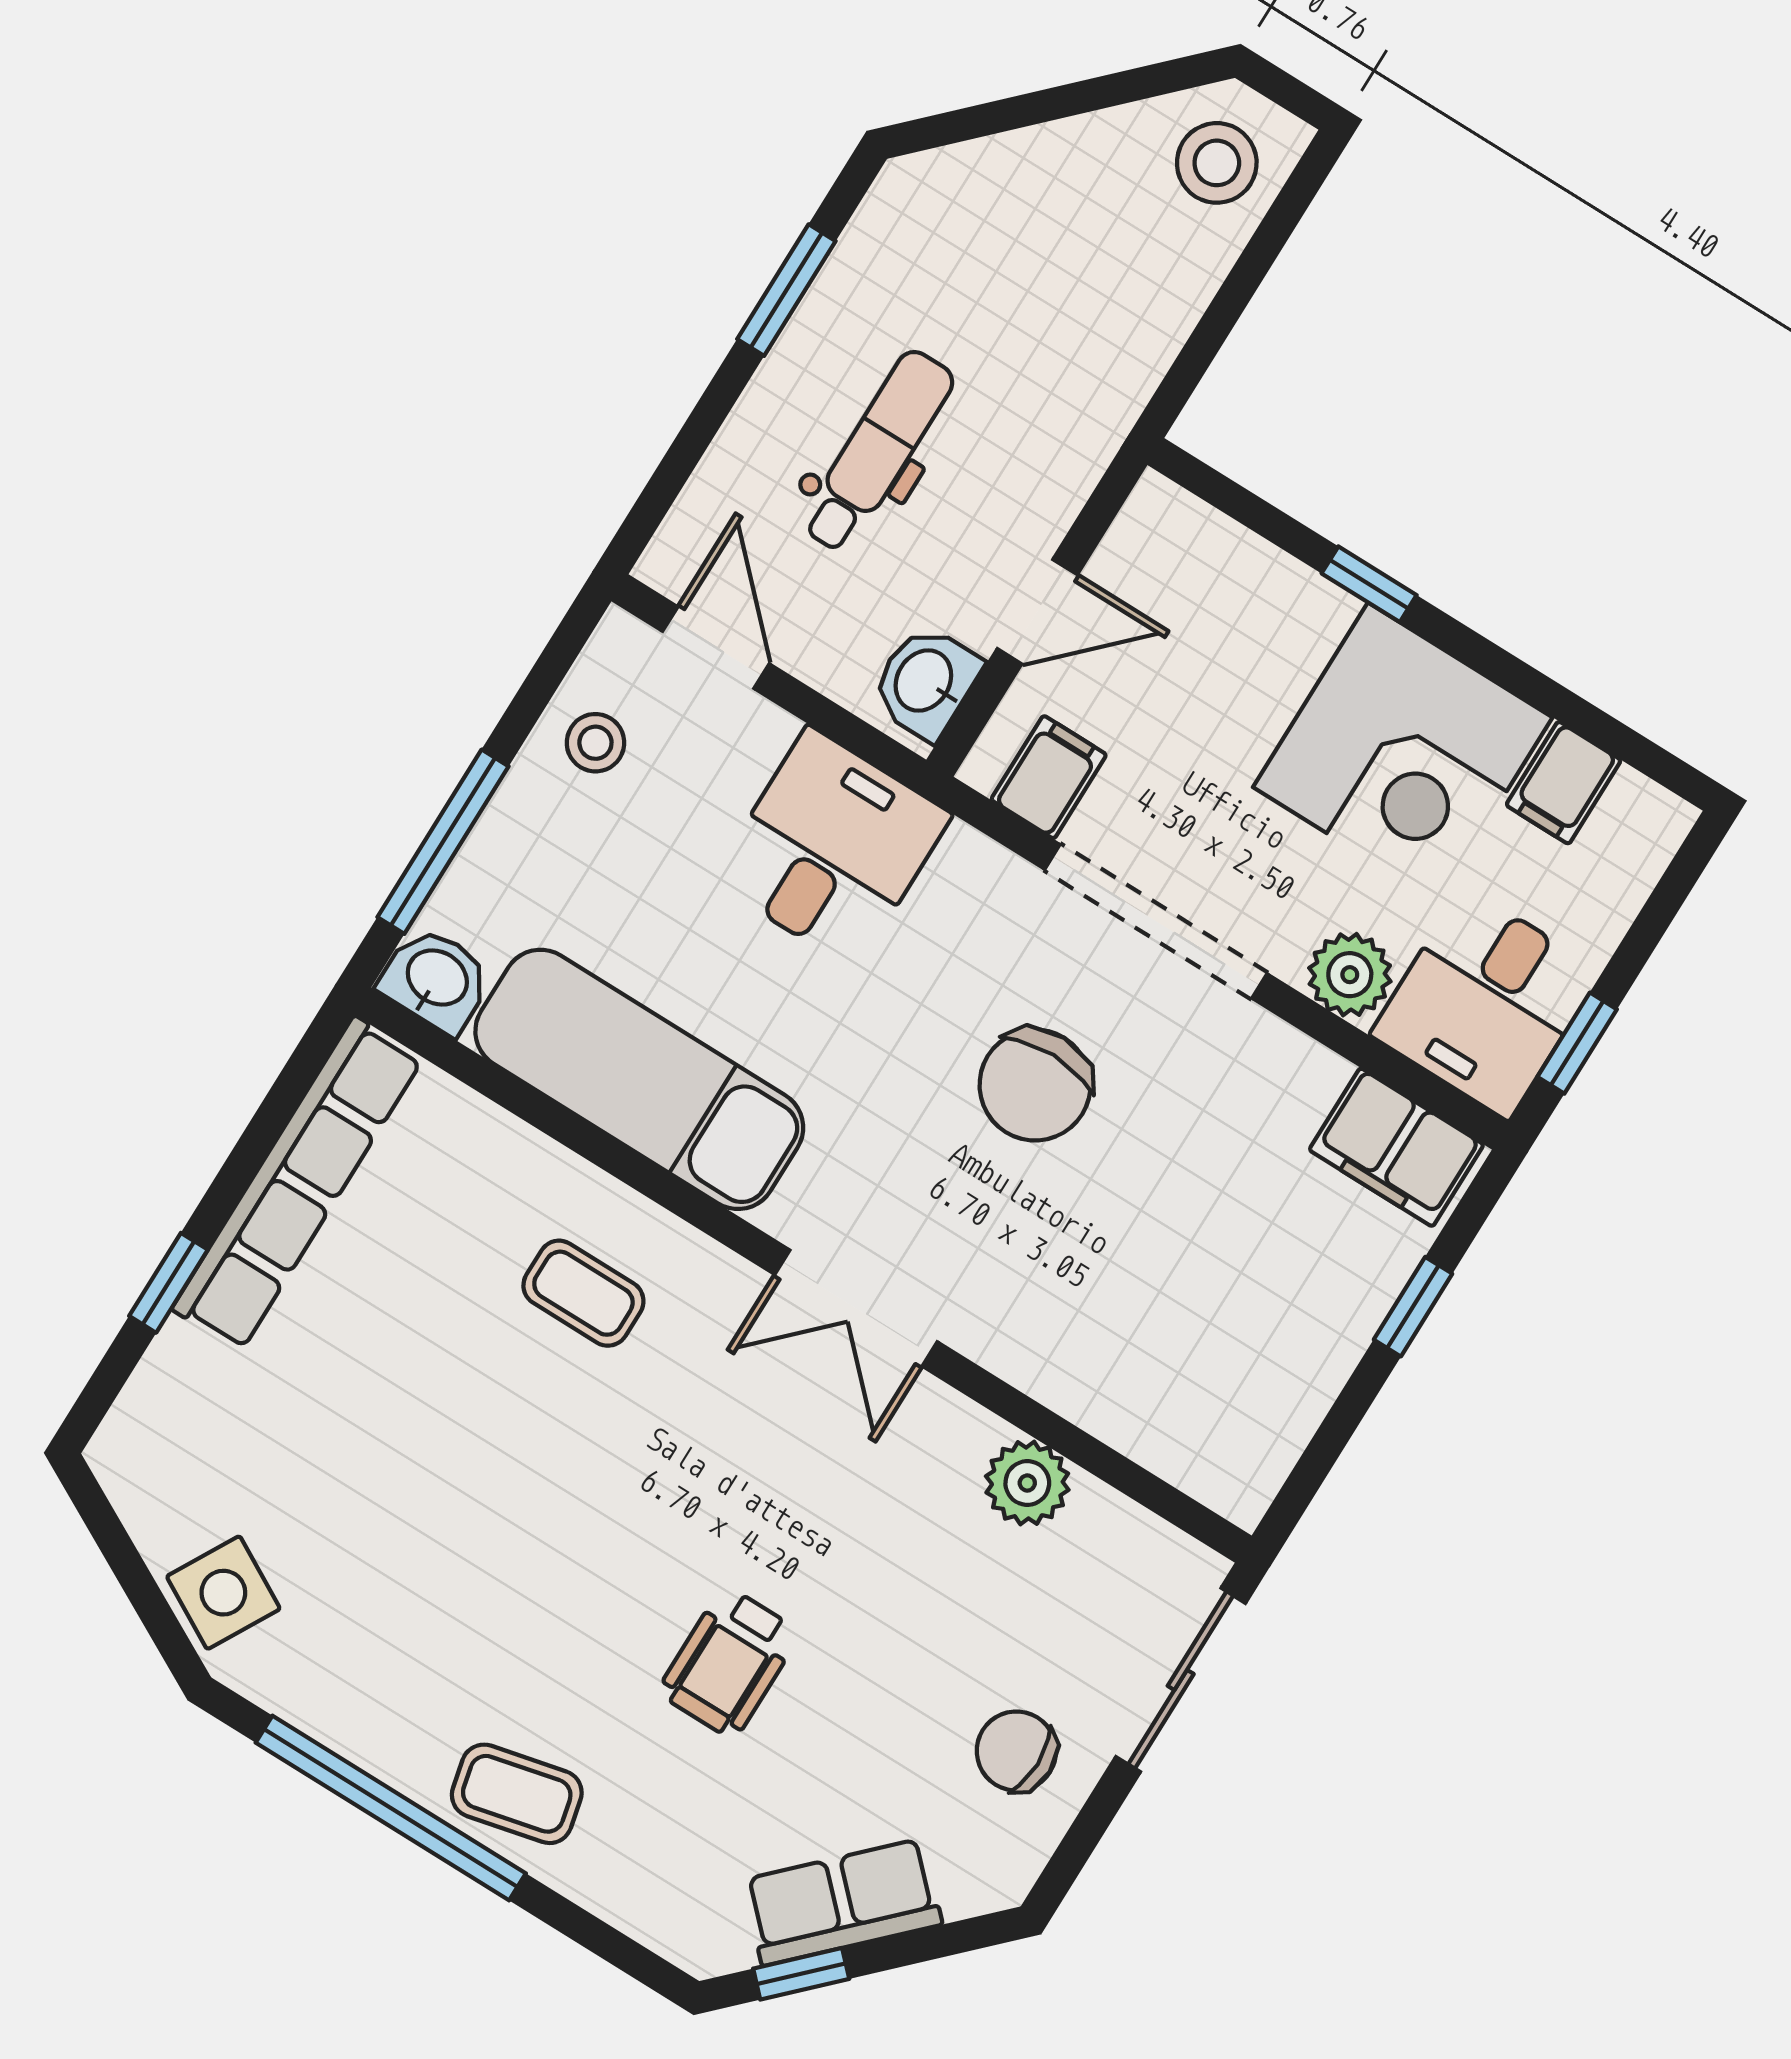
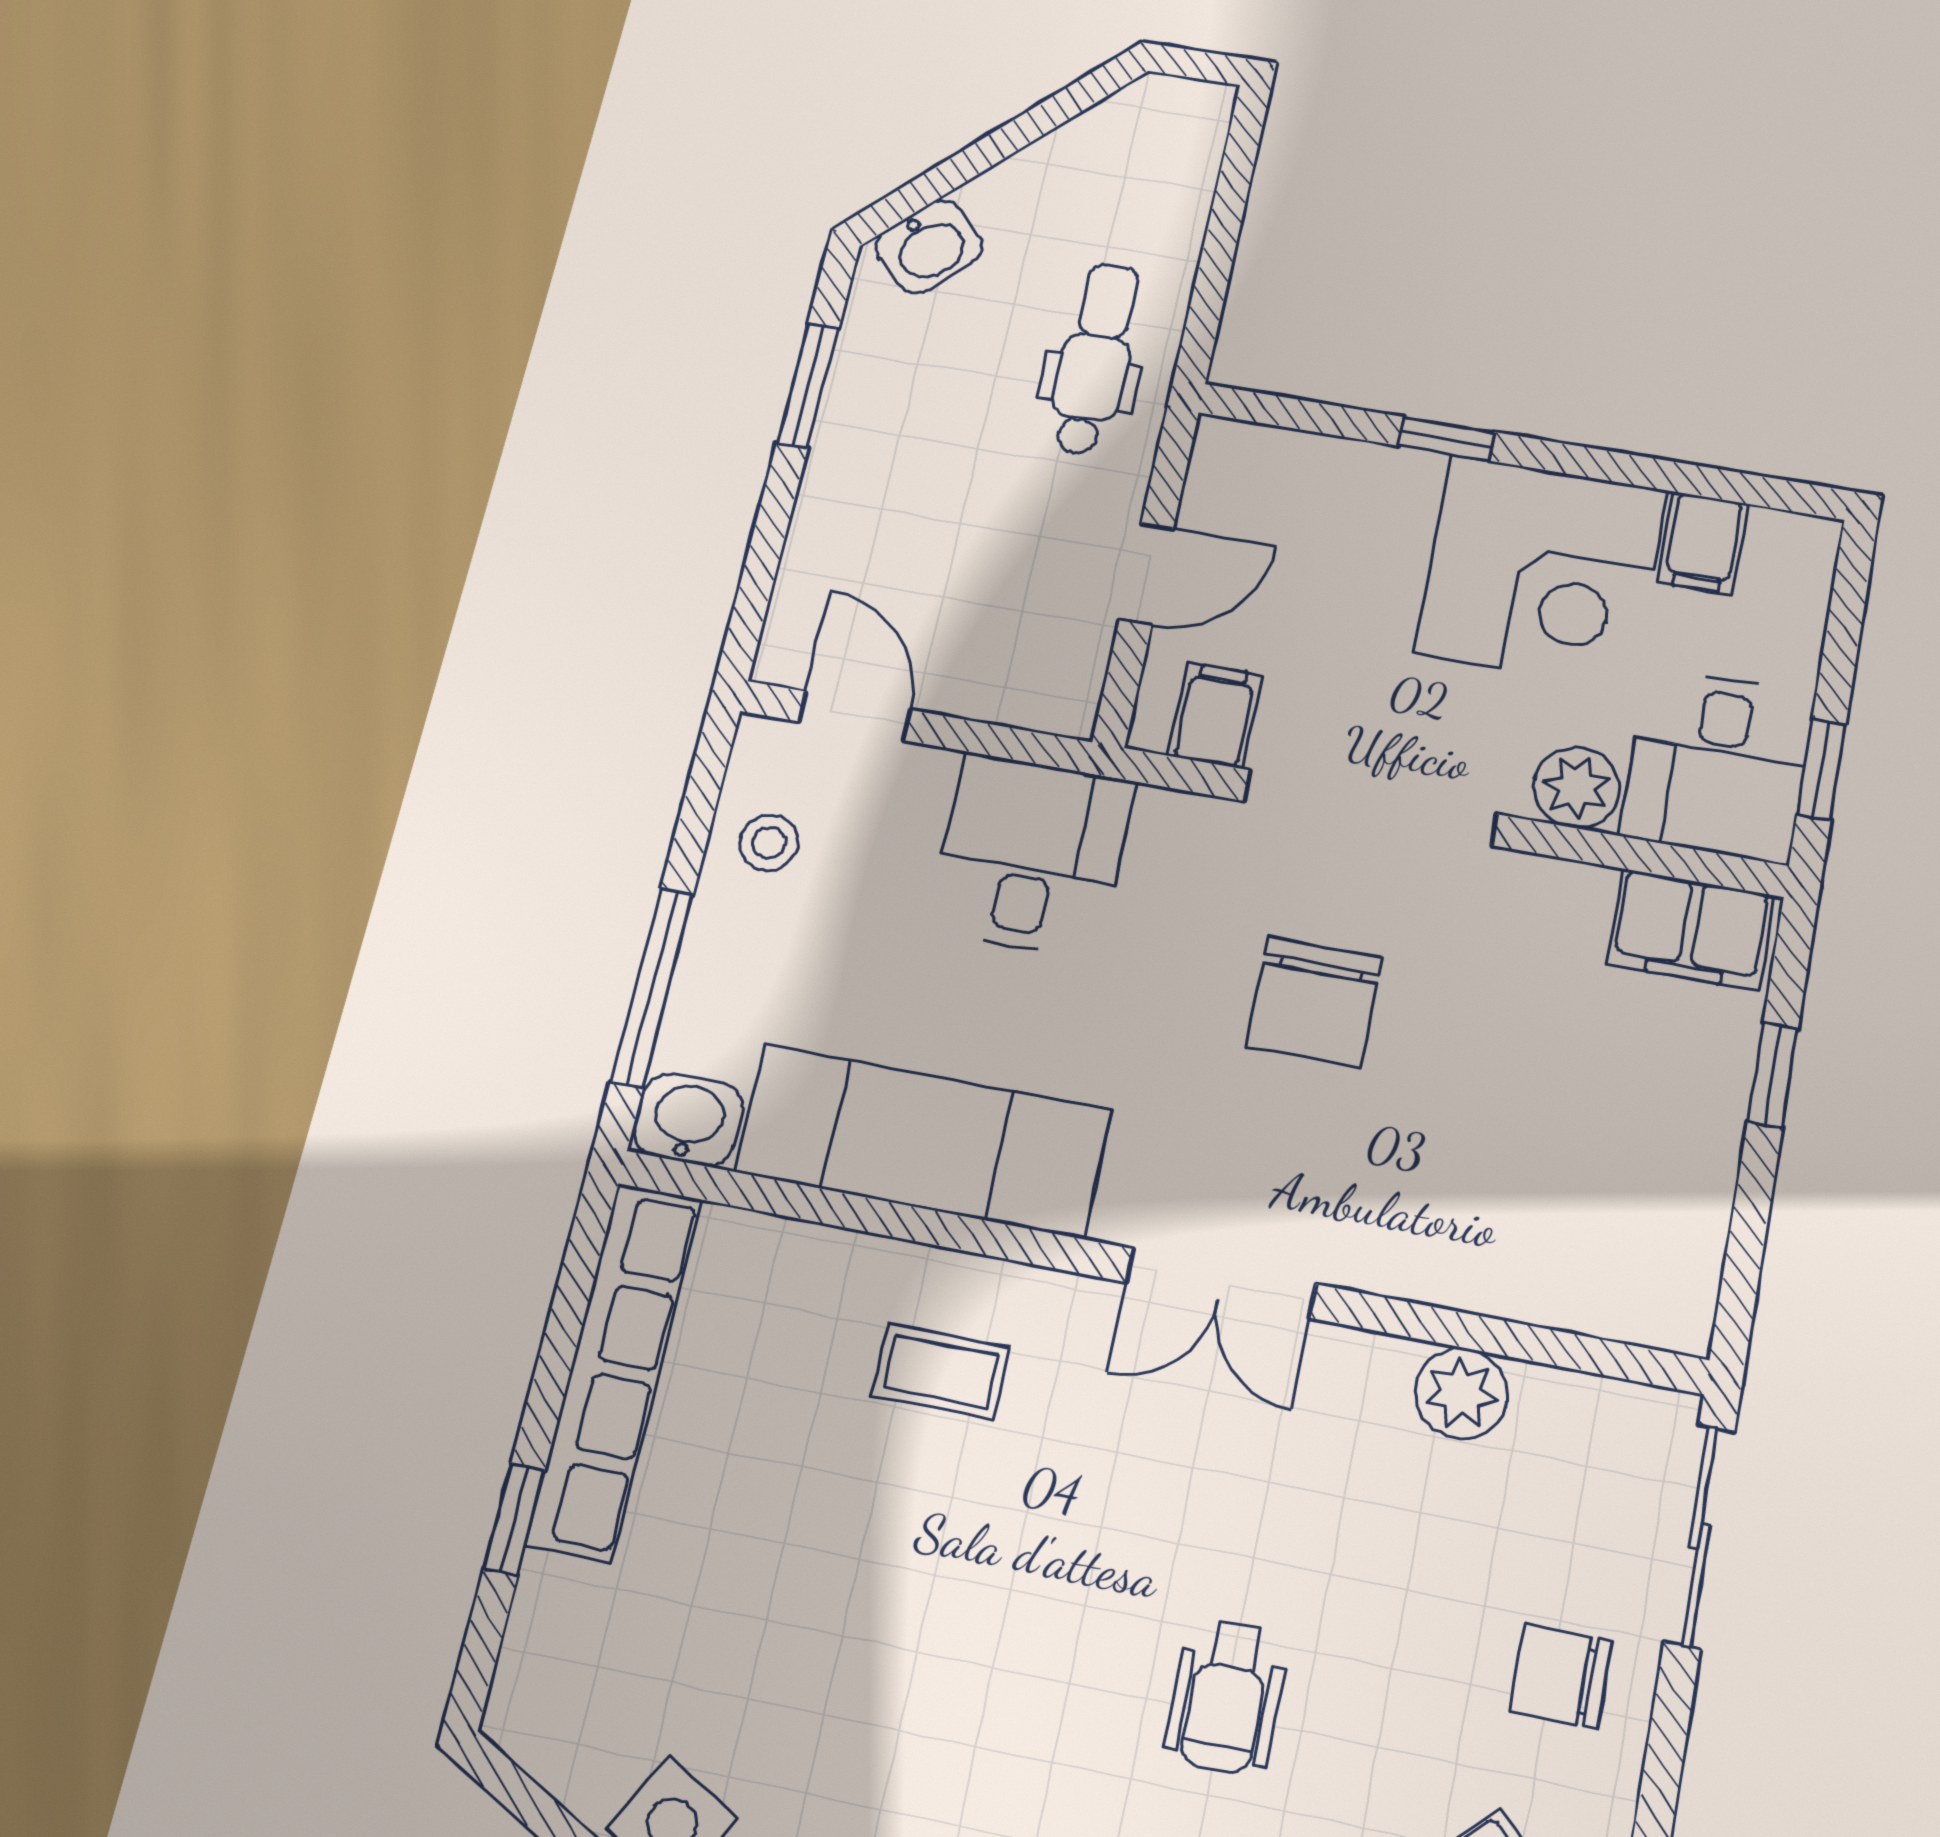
stool: (1217, 163) -> (1160, 144), removed
dental chair: (878, 451) -> (1095, 359), moved
washbasin: (925, 682) -> (929, 247), moved, turned -135

